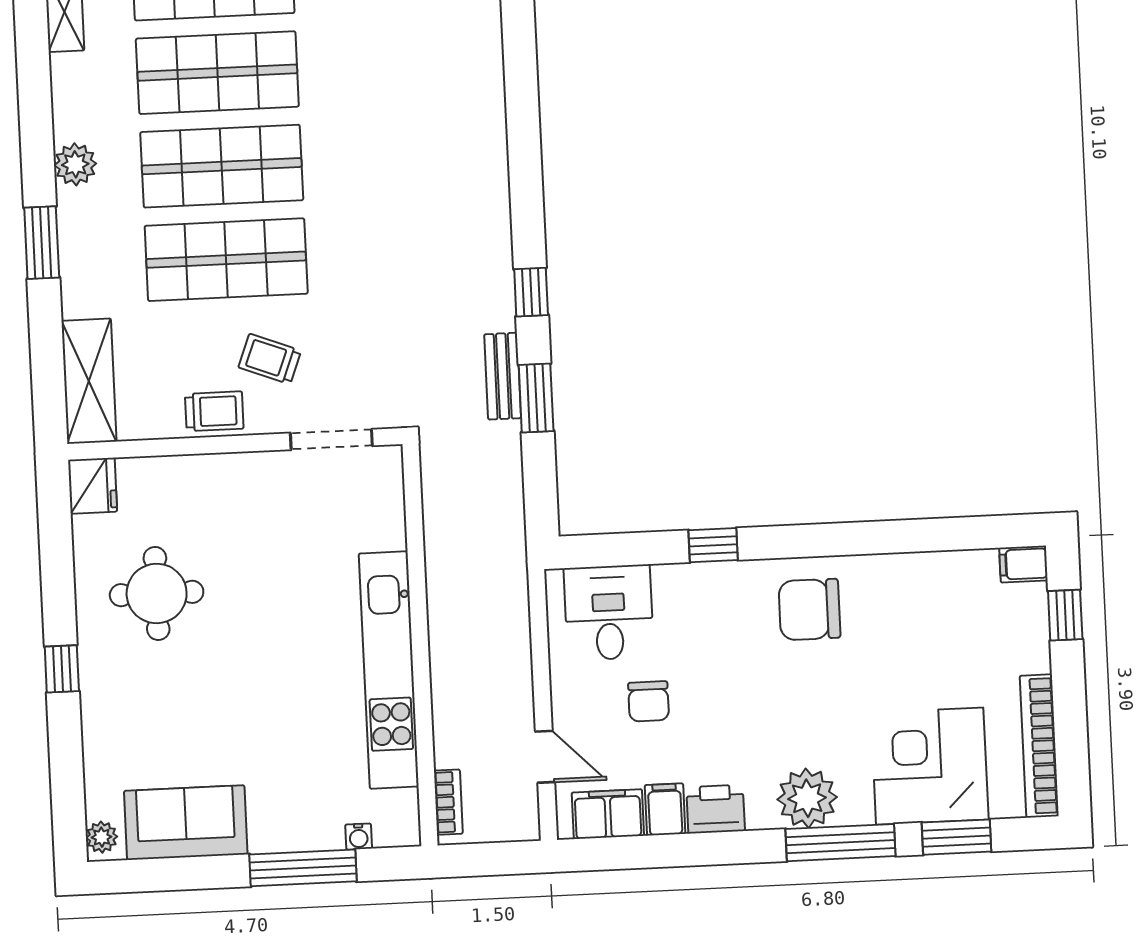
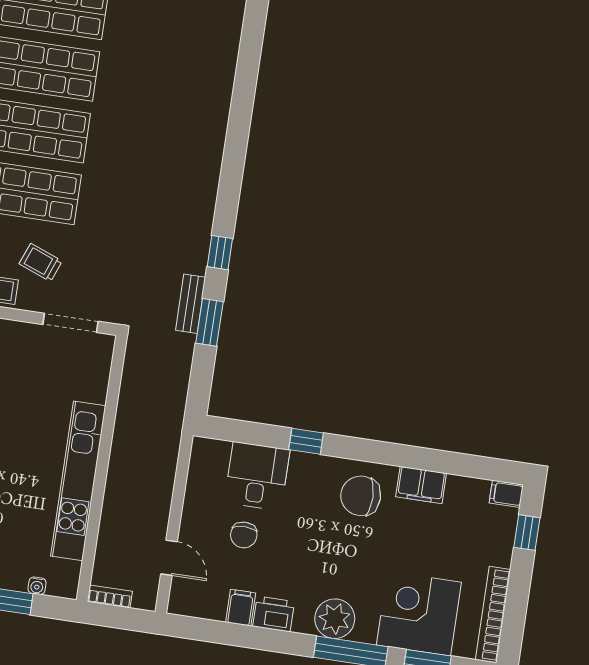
desk: (609, 613) -> (257, 476), moved
bookcase: (448, 802) -> (110, 597), moved, turned -90
filing cabinet: (608, 814) -> (421, 485), moved, turned 180

